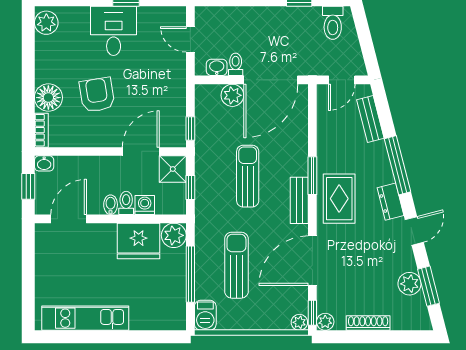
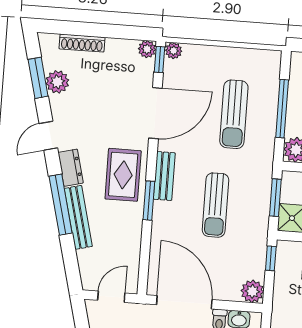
door: (271, 80) -> (184, 302), hinge flipped
plant: (232, 95) -> (252, 291), moved
bench: (370, 119) -> (78, 217), moved, width x1.36
window: (190, 188) -> (275, 198), width x1.50
barbecue: (205, 315) -> (270, 65), removed
shoe rack: (368, 323) -> (82, 43), moved

